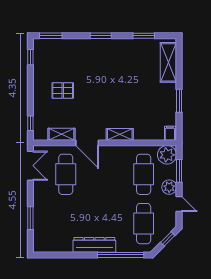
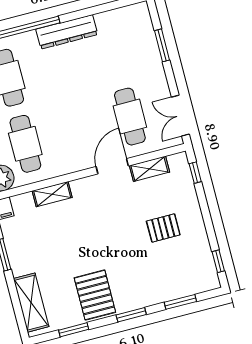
window: (51, 36) -> (180, 302), moved
pallet: (123, 56) -> (95, 295), added
shelving: (120, 134) -> (52, 194), moved
door: (87, 143) -> (112, 166), hinge flipped

